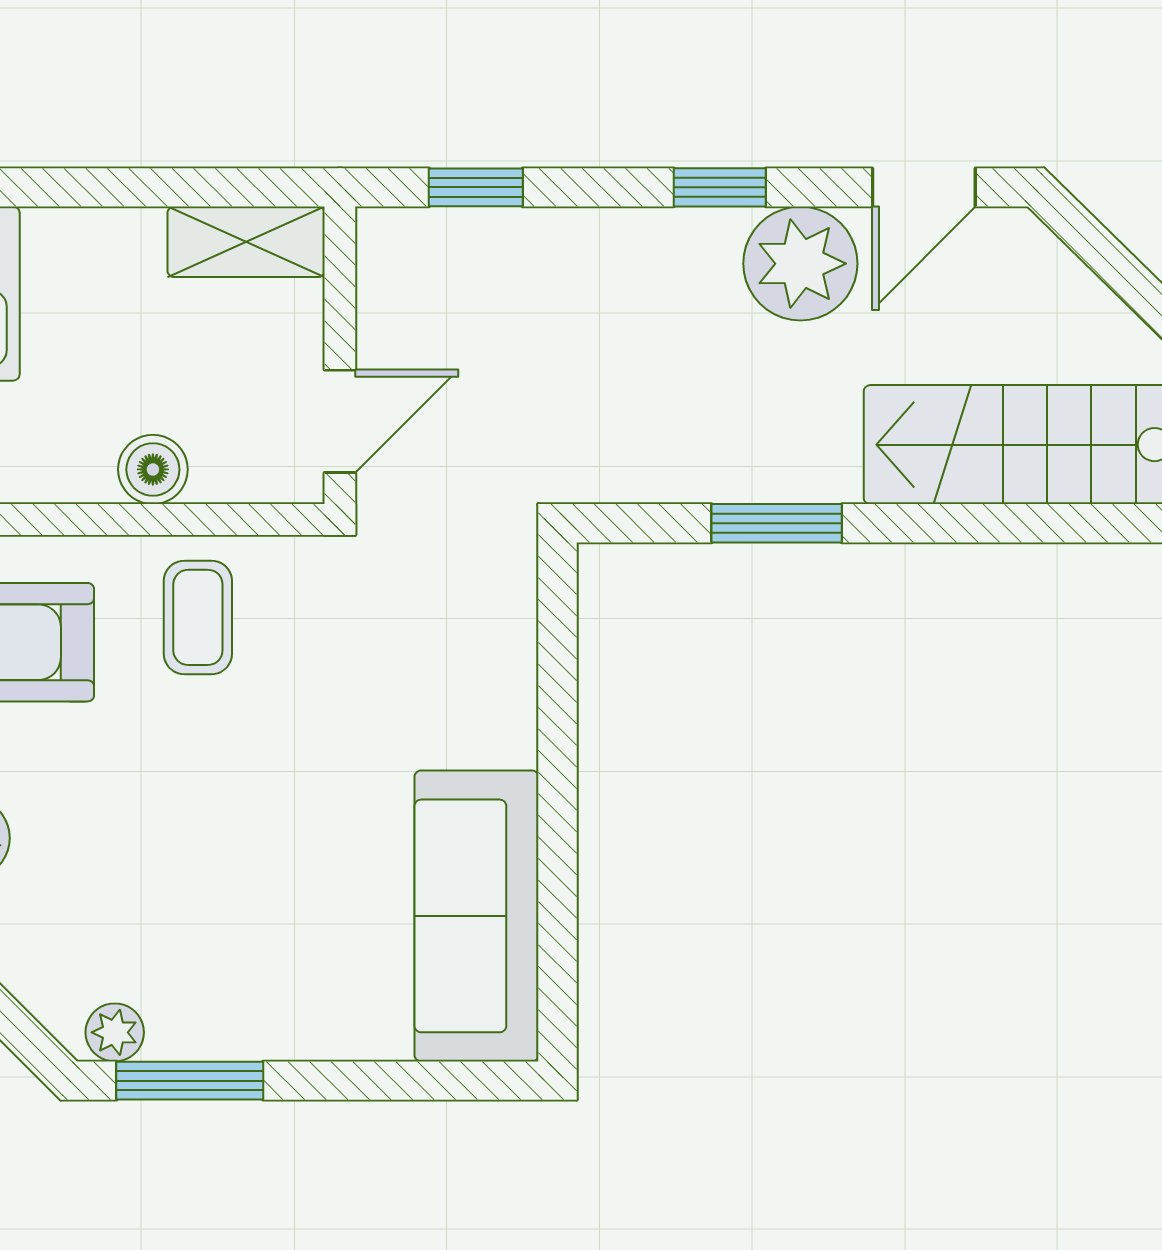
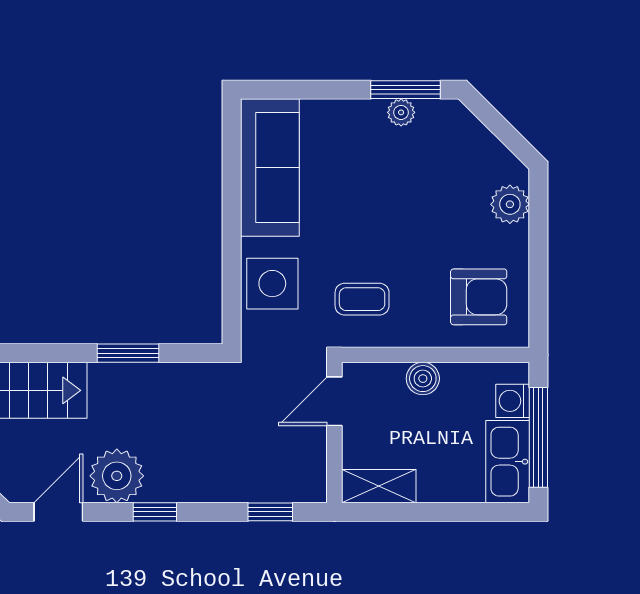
coffee table: (198, 617) -> (362, 299), moved, turned 90
side table: (471, 670) -> (272, 284), added
plant: (115, 1032) -> (401, 112), moved

